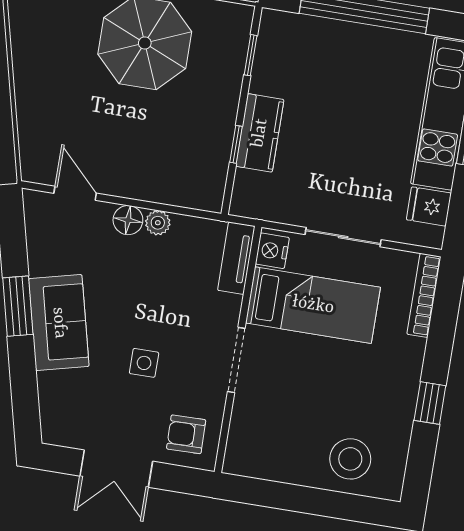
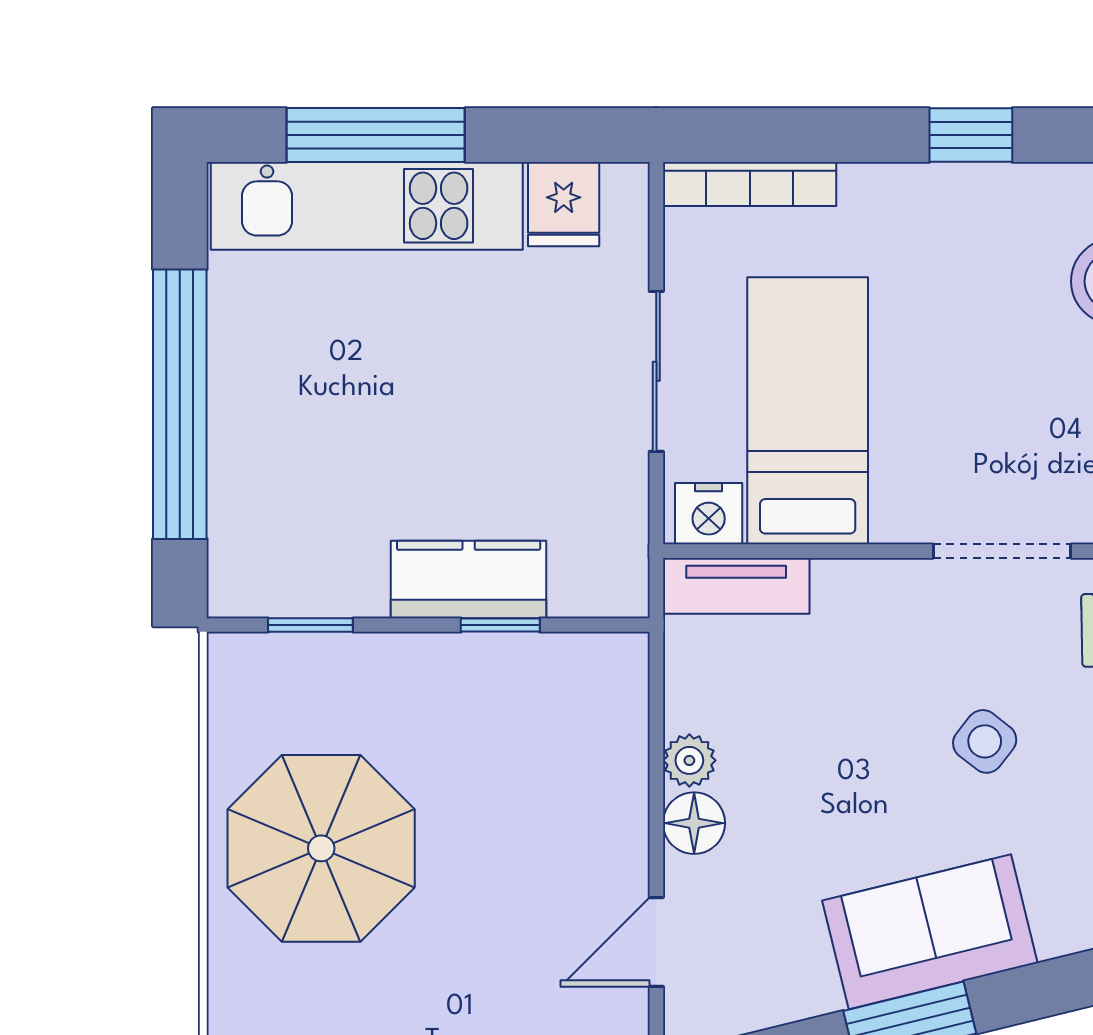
doorway: (236, 360) -> (1002, 551), moved
side table: (144, 363) -> (985, 741), turned 38

